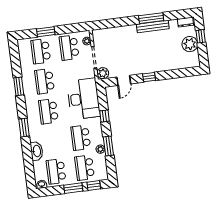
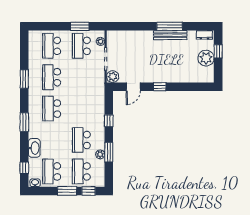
window: (46, 32) -> (80, 26), moved
desk: (83, 99) -> (89, 100), removed
window: (30, 171) -> (24, 168), added

